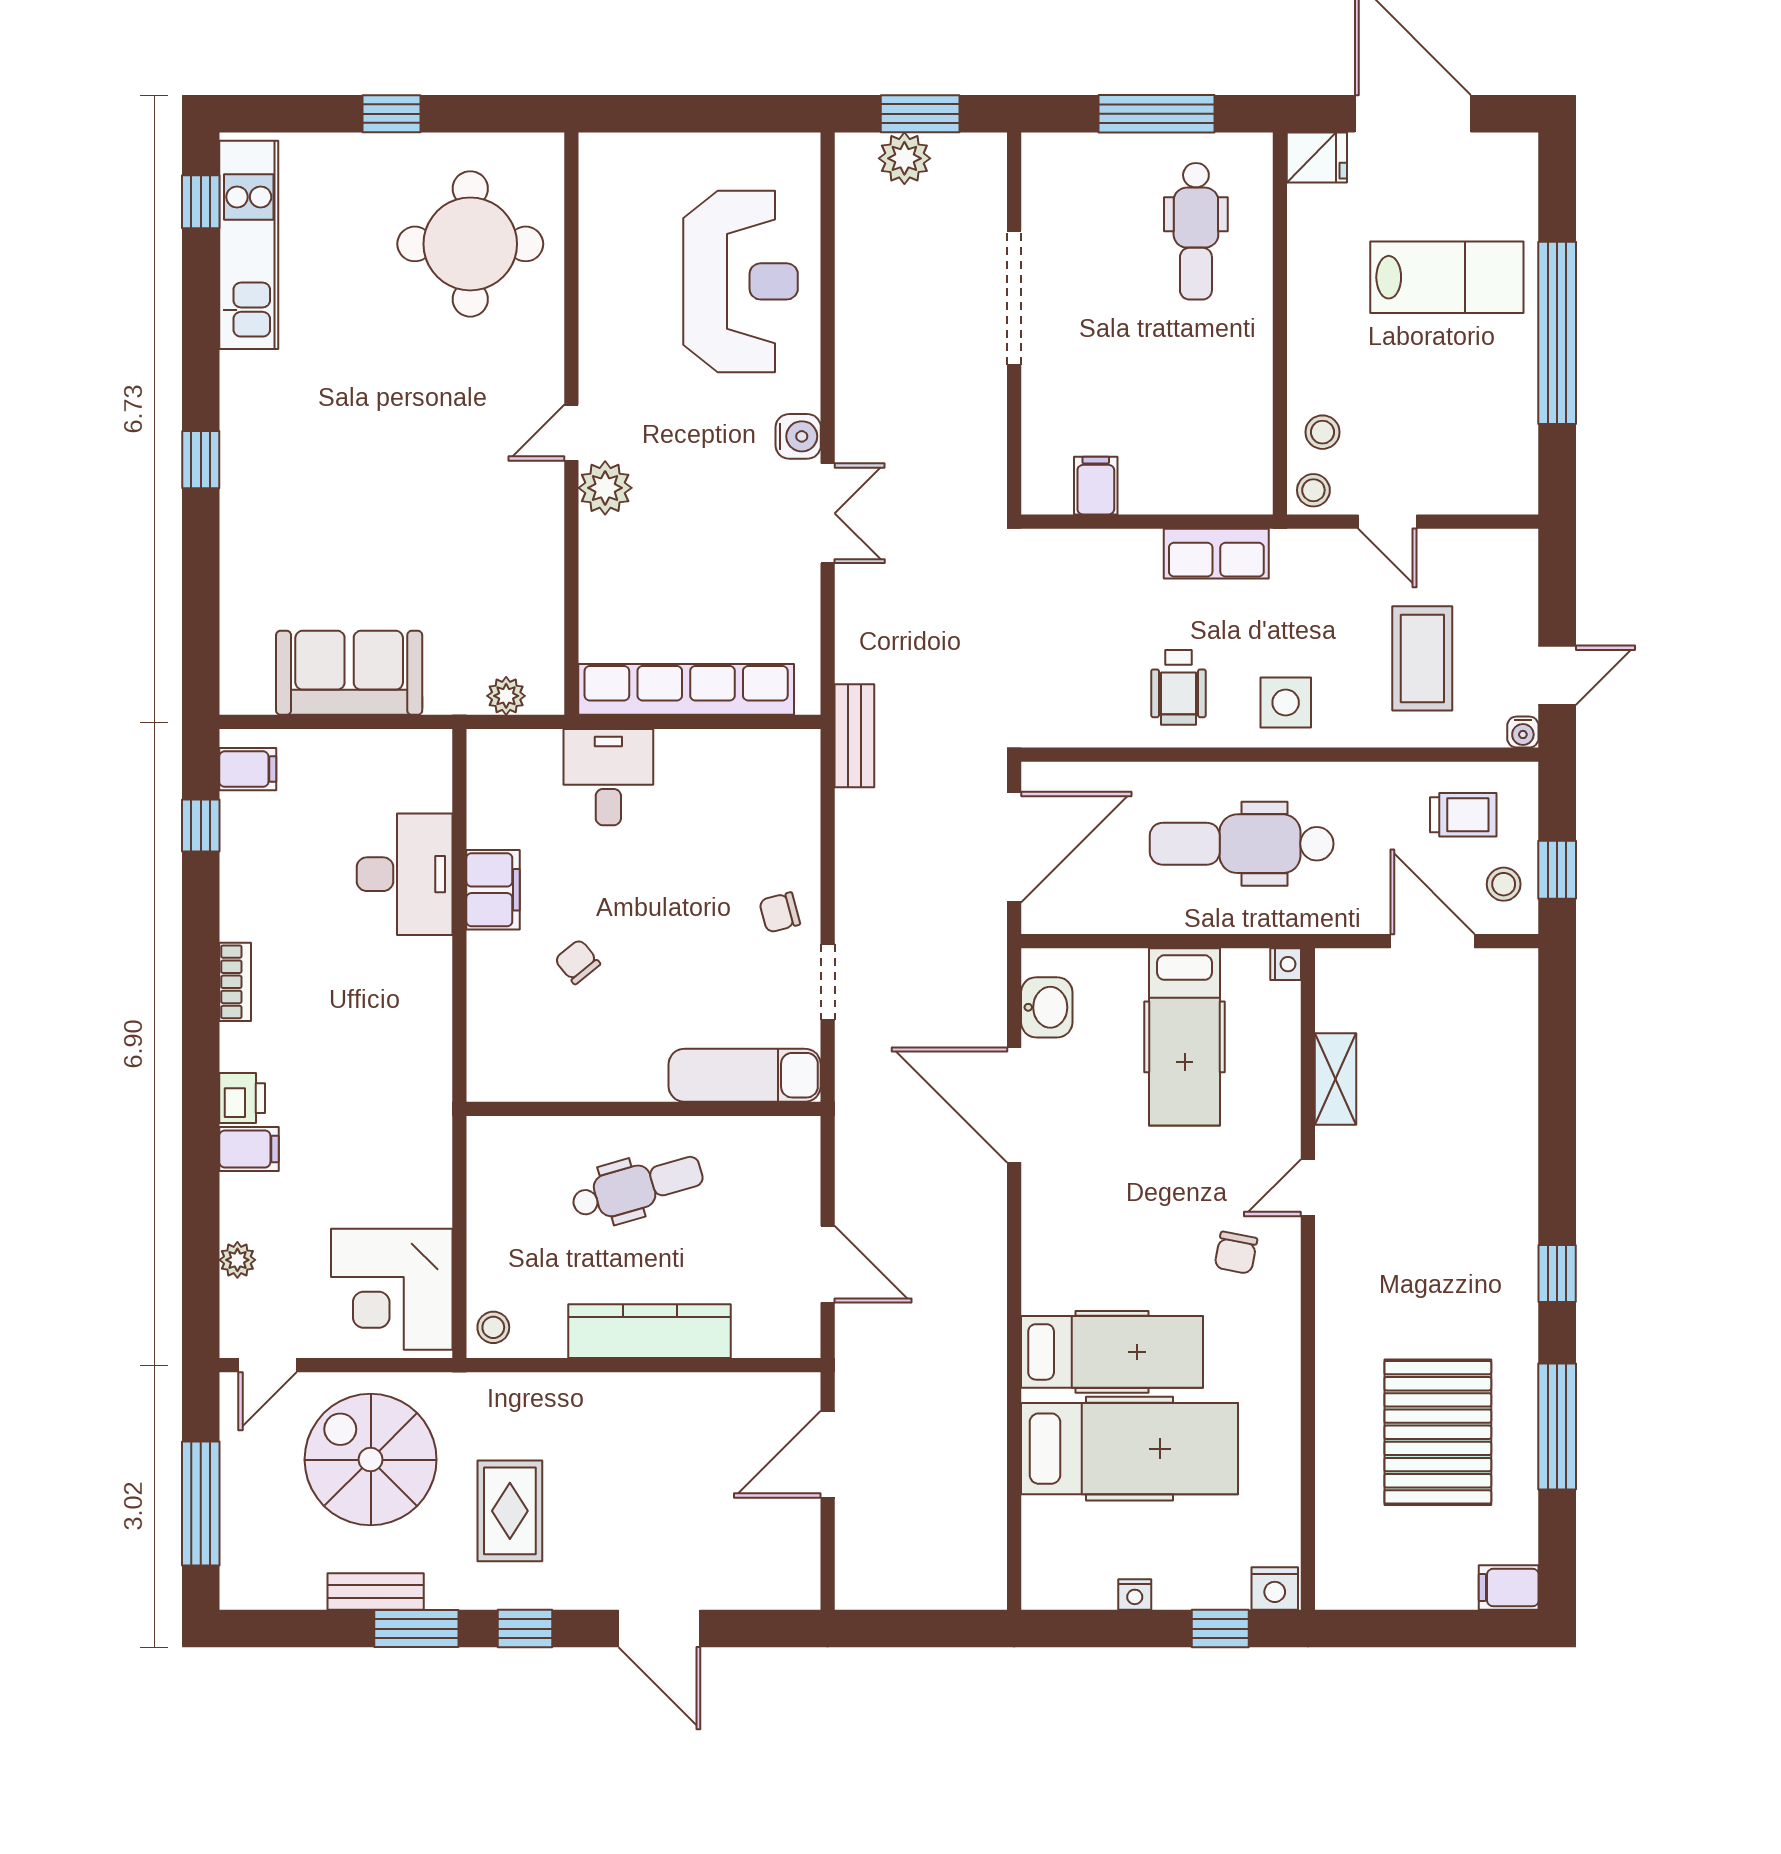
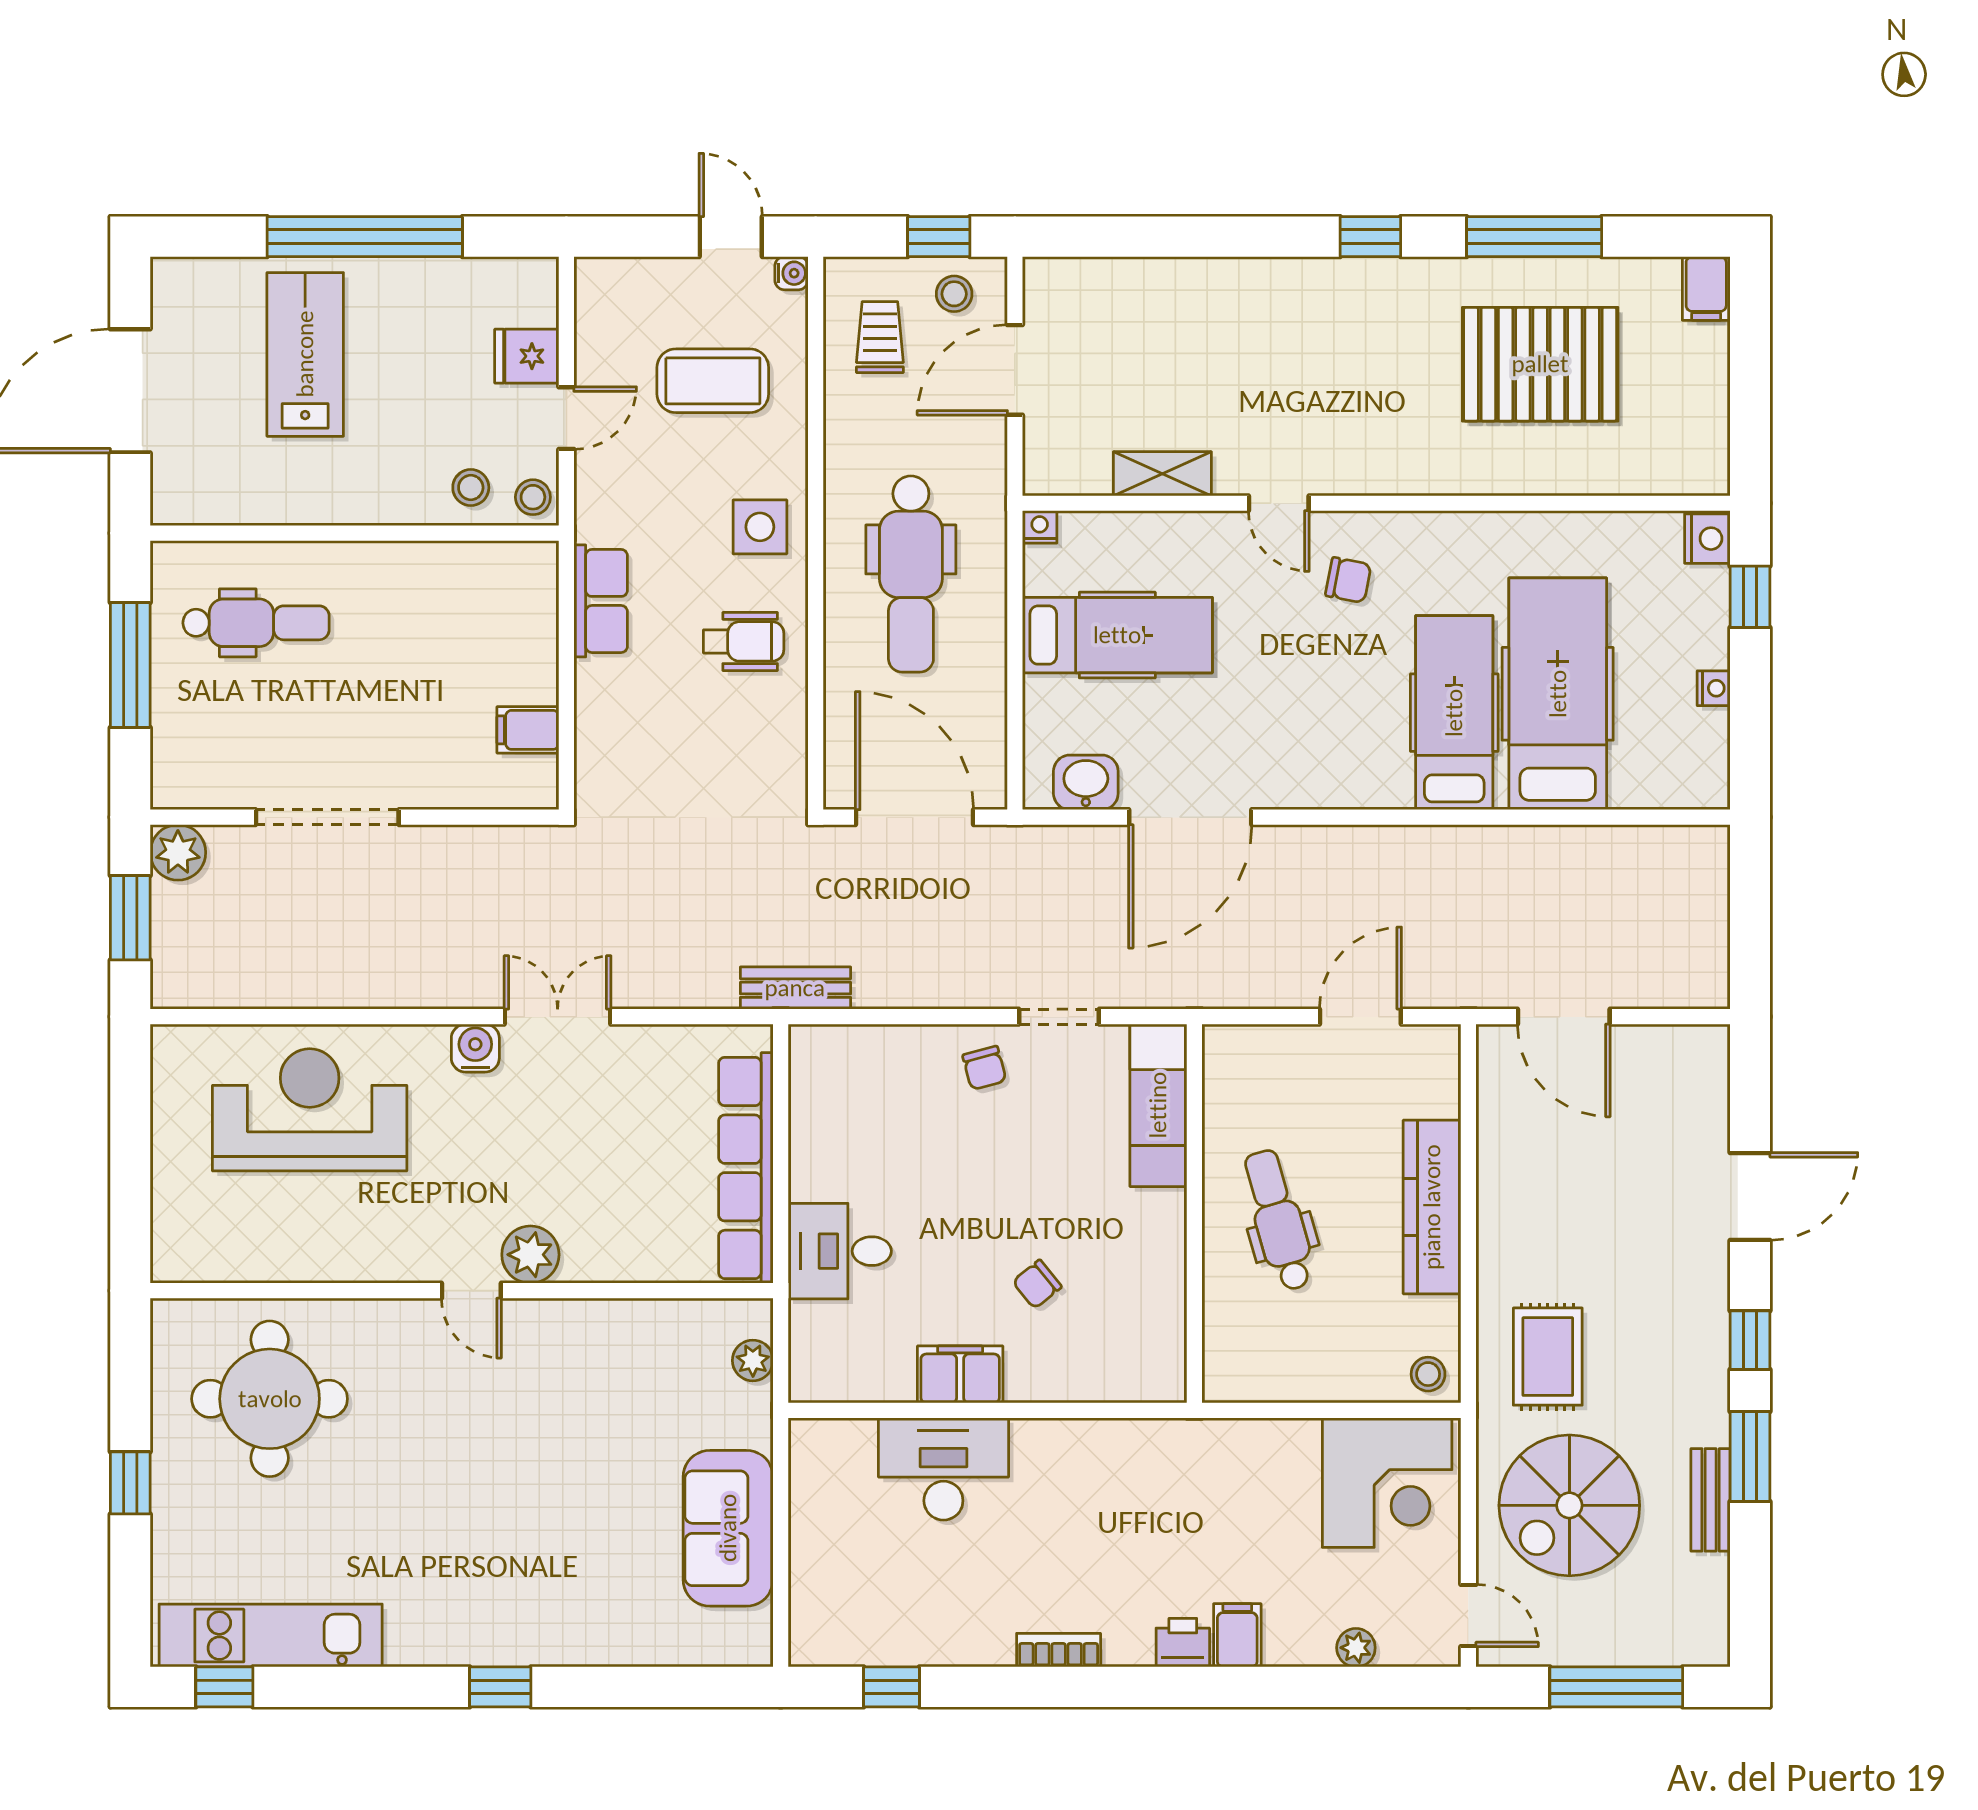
fridge: (1317, 157) -> (527, 356), moved, turned -90
plant: (904, 158) -> (178, 852), moved
filing cabinet: (248, 769) -> (831, 1637), removed
rug: (510, 1511) -> (1548, 1357), moved, turned 90

